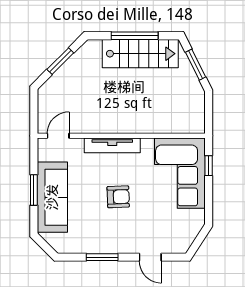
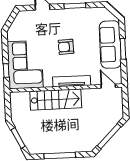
stairs: (140, 54) -> (56, 100), moved, turned 180
window: (60, 61) -> (109, 136), width x1.44
door: (58, 136) -> (108, 86), swing flipped

